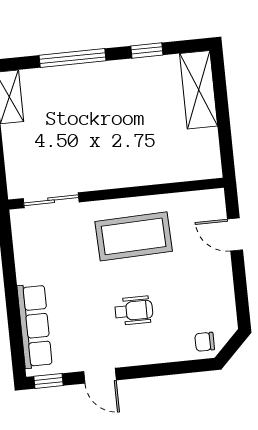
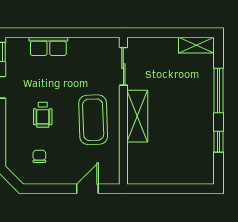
shelving: (199, 90) -> (137, 116), moved, turned 90
row of seats: (35, 326) -> (48, 46), width x0.68
chair: (205, 342) -> (39, 156), moved

